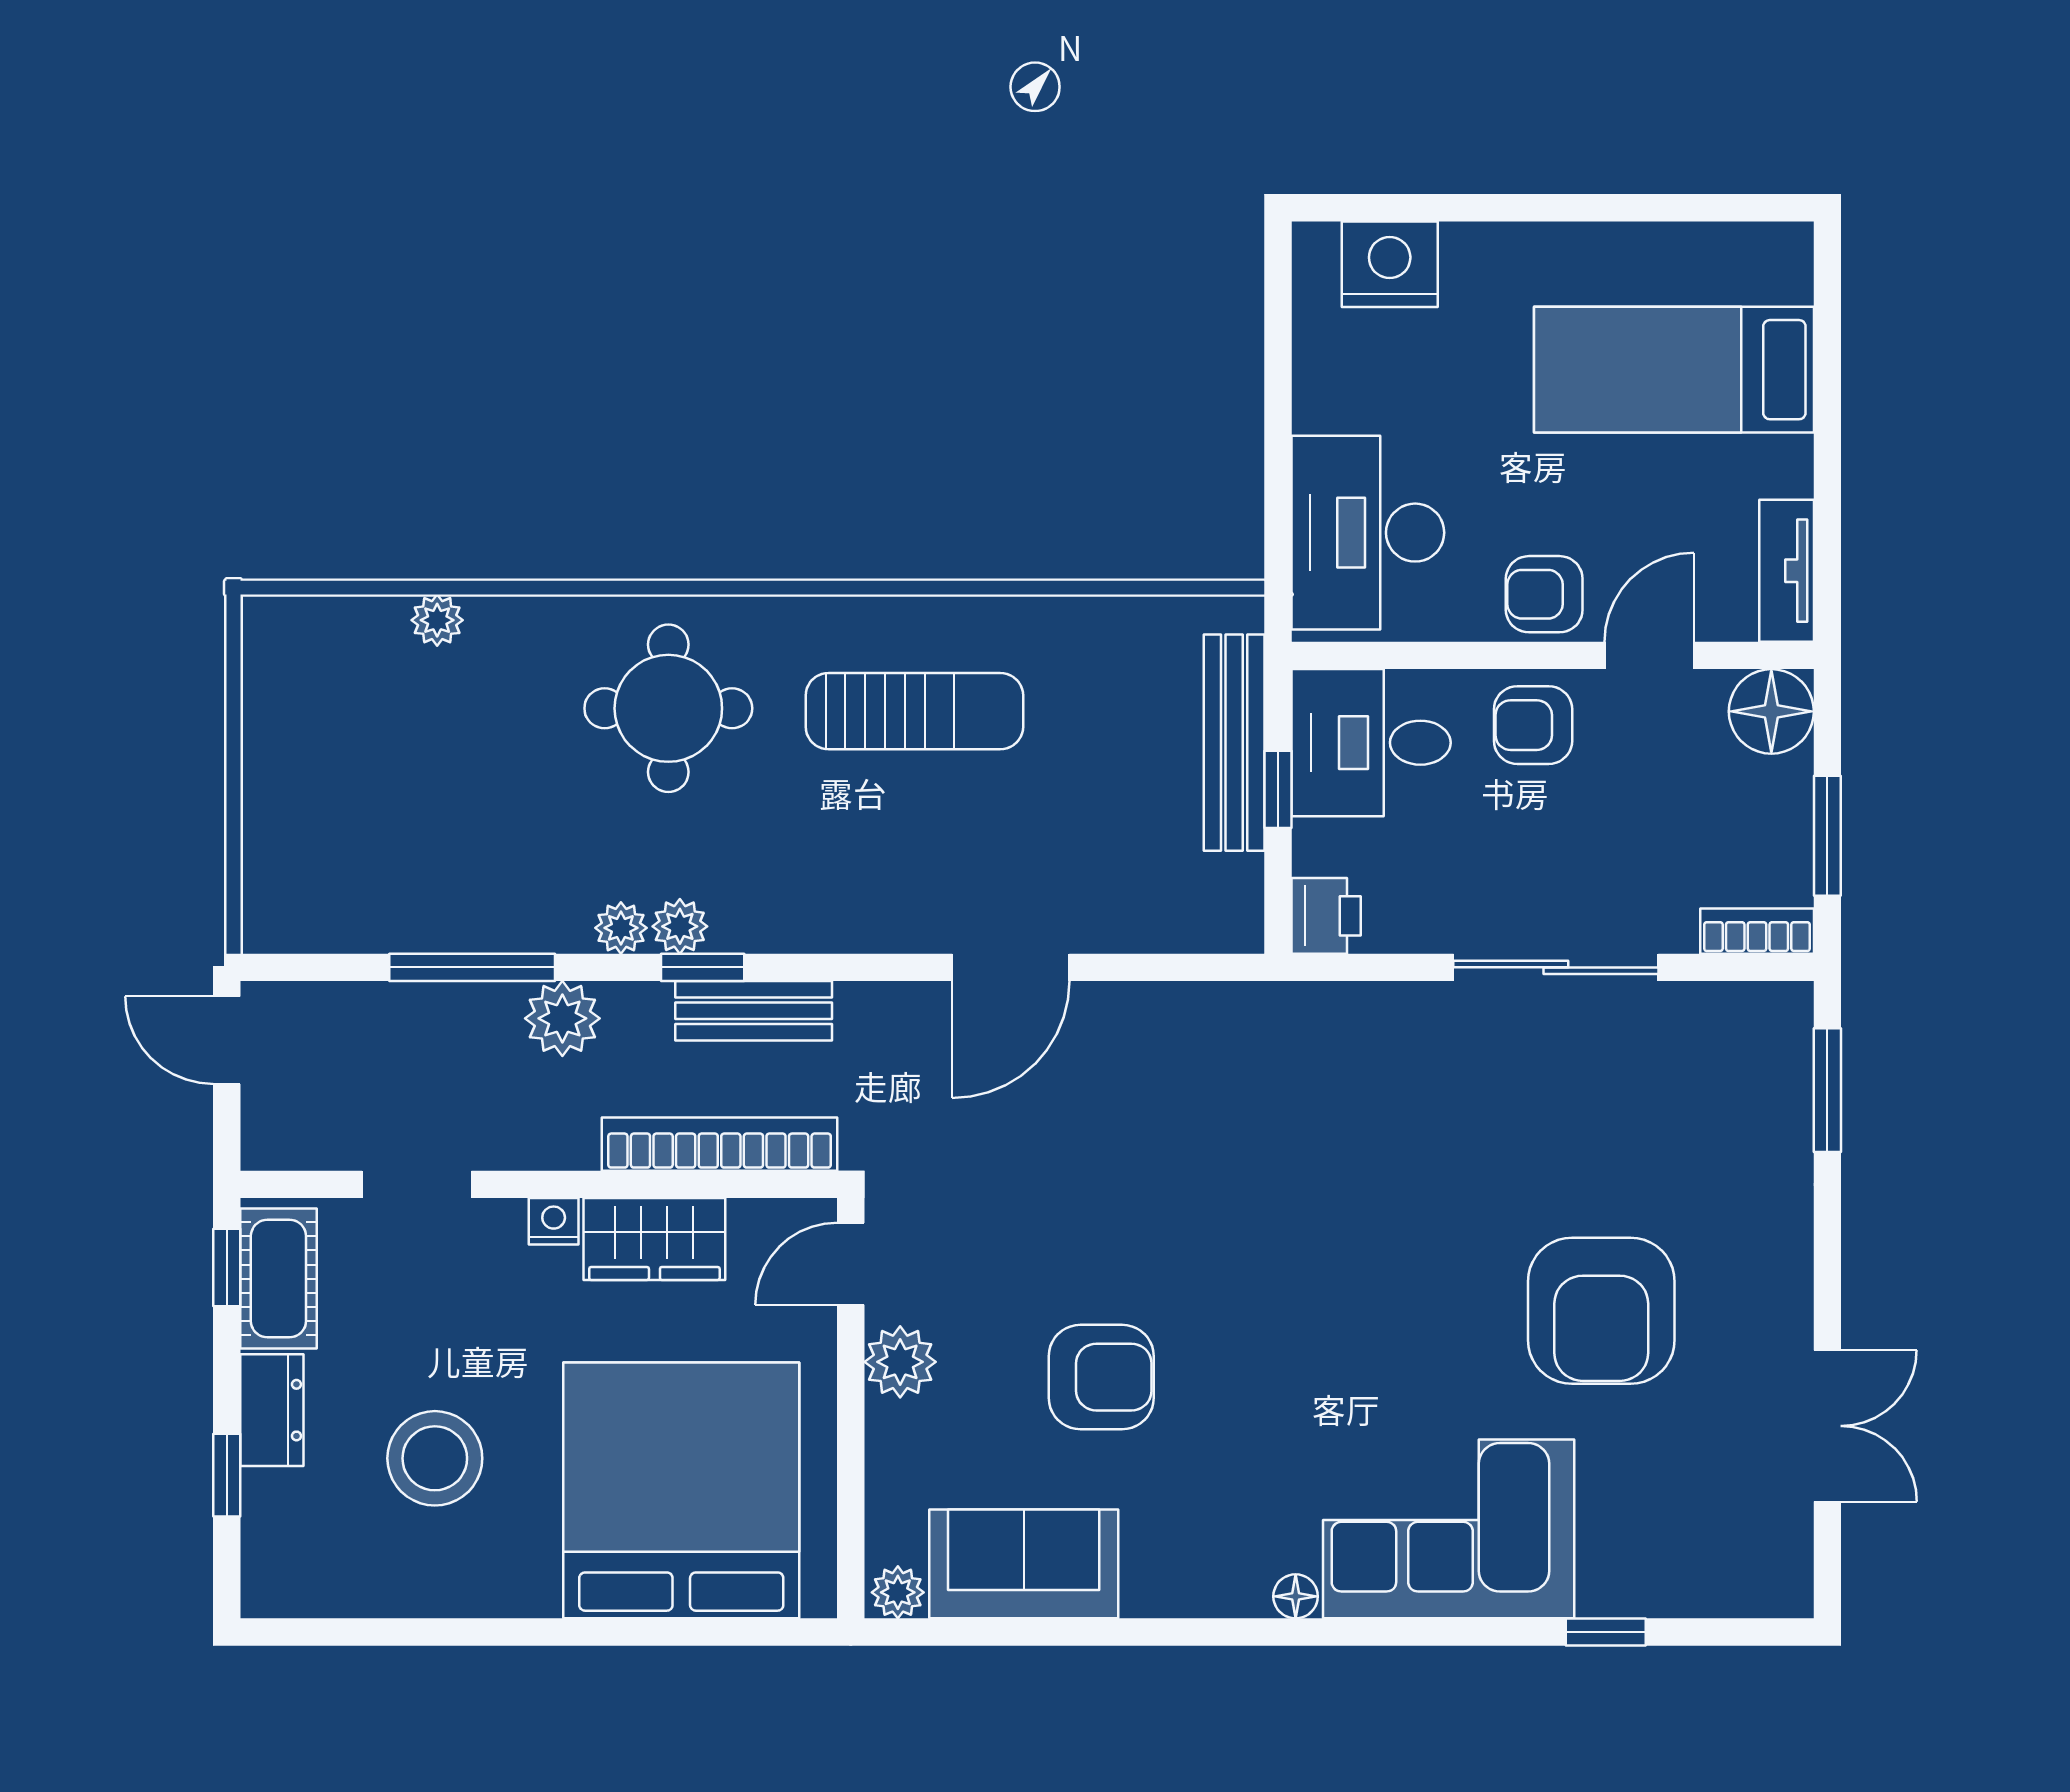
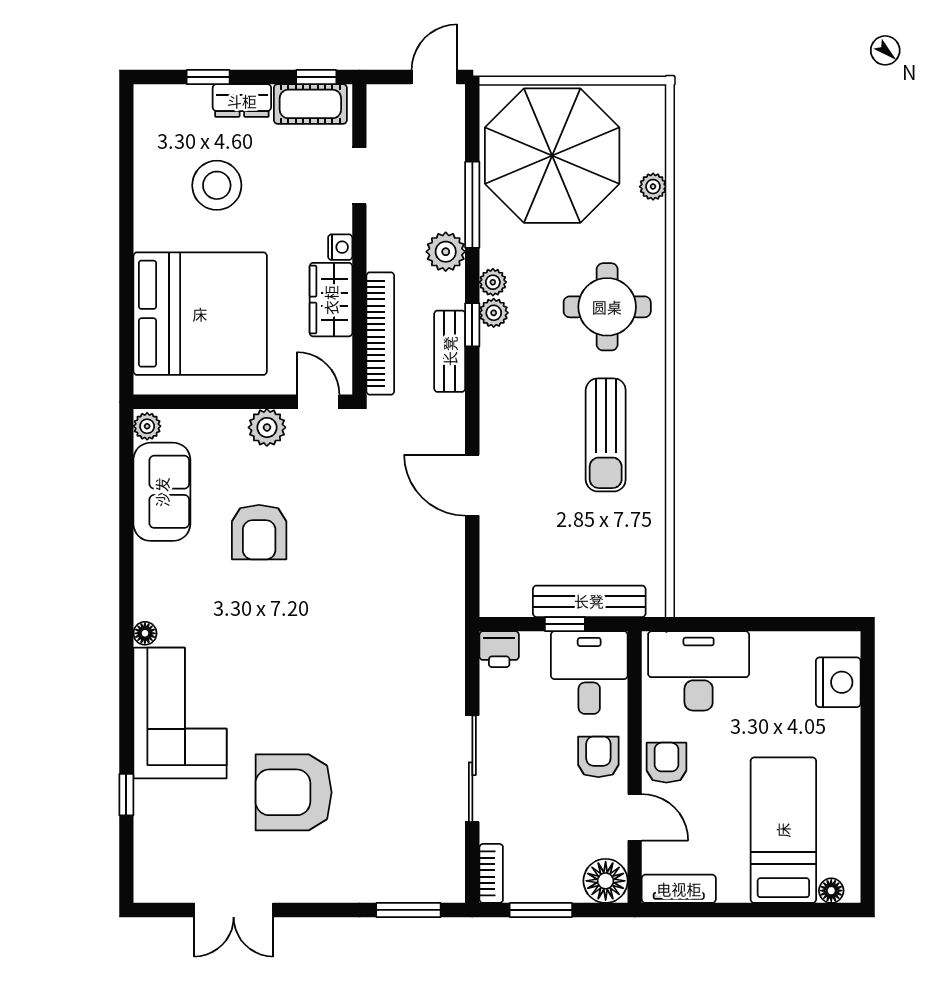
floor lamp: (1790, 278) -> (831, 891), added
parasol: (378, 814) -> (552, 156), added

